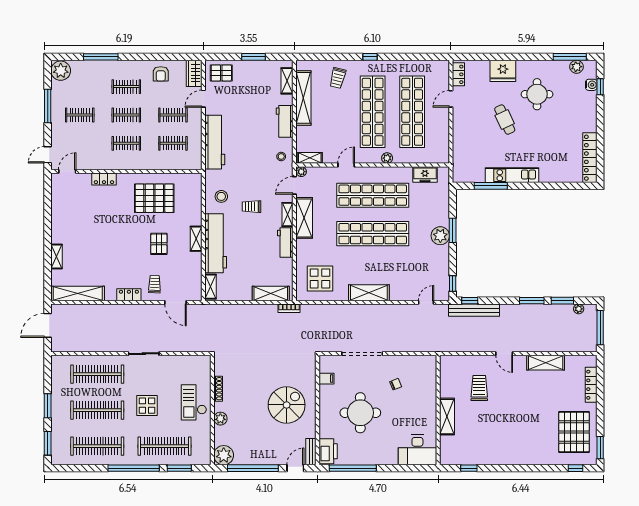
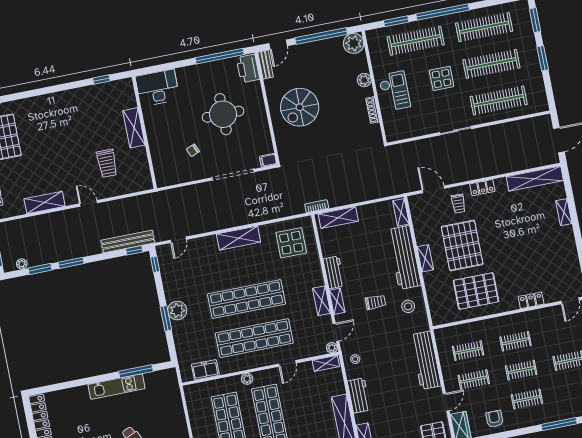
shelving: (304, 218) -> (322, 301), width x0.67, depth x0.75
pallet: (159, 244) -> (462, 246), width x2.05, depth x2.00
filing cabinet: (326, 379) -> (268, 160), moved

